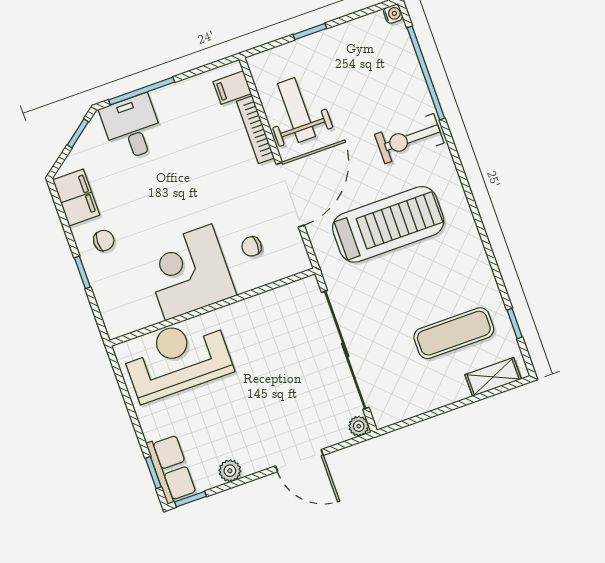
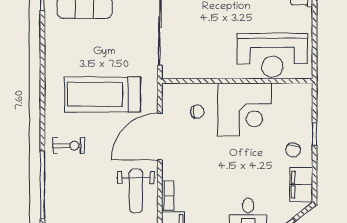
bookcase: (255, 130) -> (168, 196), width x0.64
exercise bike: (409, 139) -> (69, 146), width x0.73, depth x0.72
chair: (104, 240) -> (293, 150), turned -77

